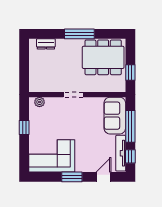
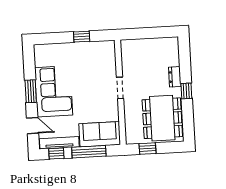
window: (79, 34) -> (186, 91), width x0.46
dresser: (46, 44) -> (175, 77), moved
plant: (39, 102) -> (110, 52), removed
corner sofa: (52, 156) -> (54, 91), moved

